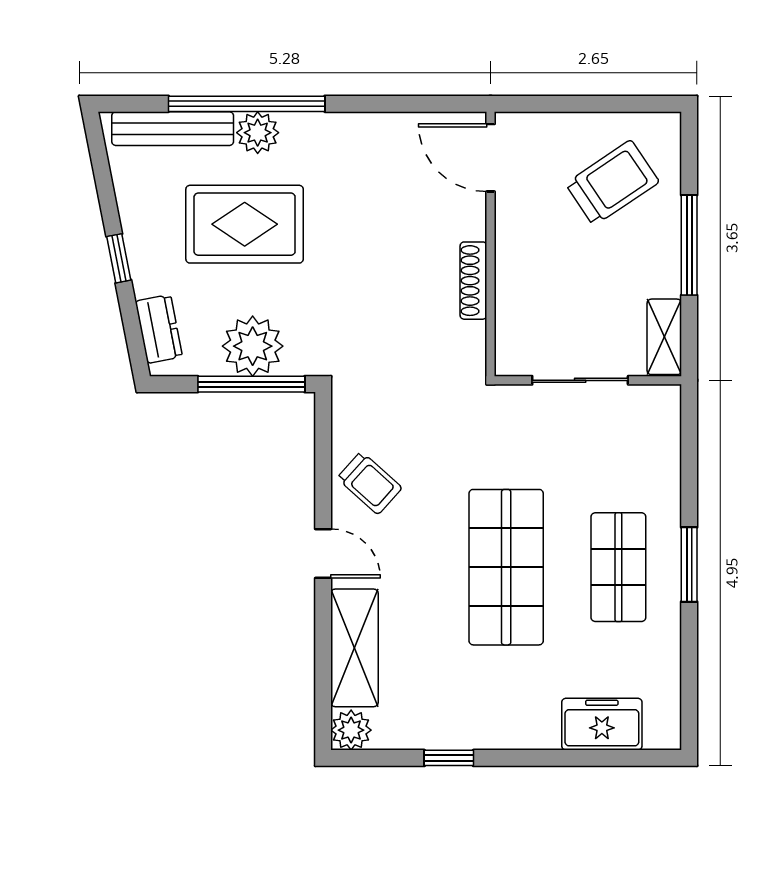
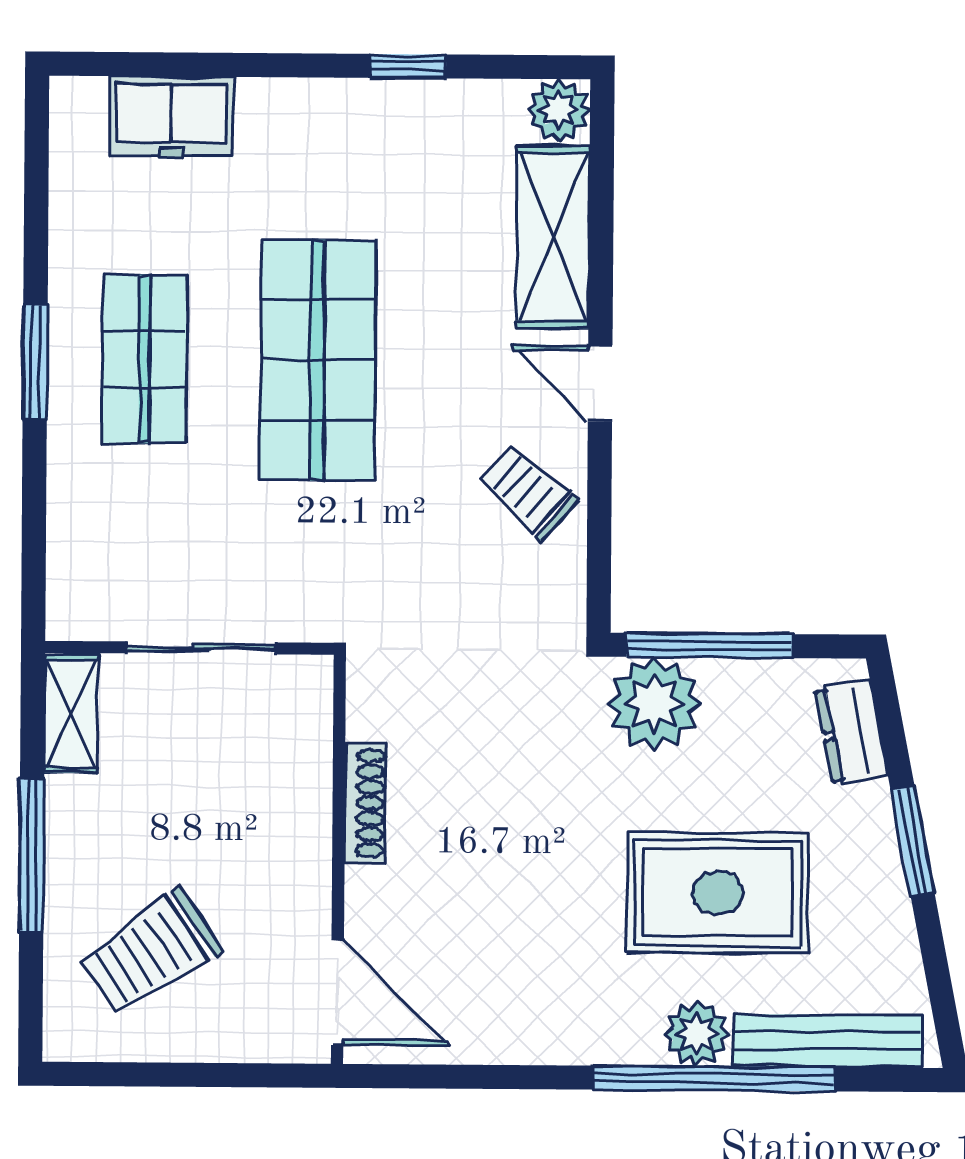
window: (119, 258) -> (913, 841), width x1.50
plant: (253, 346) -> (654, 704), moved

